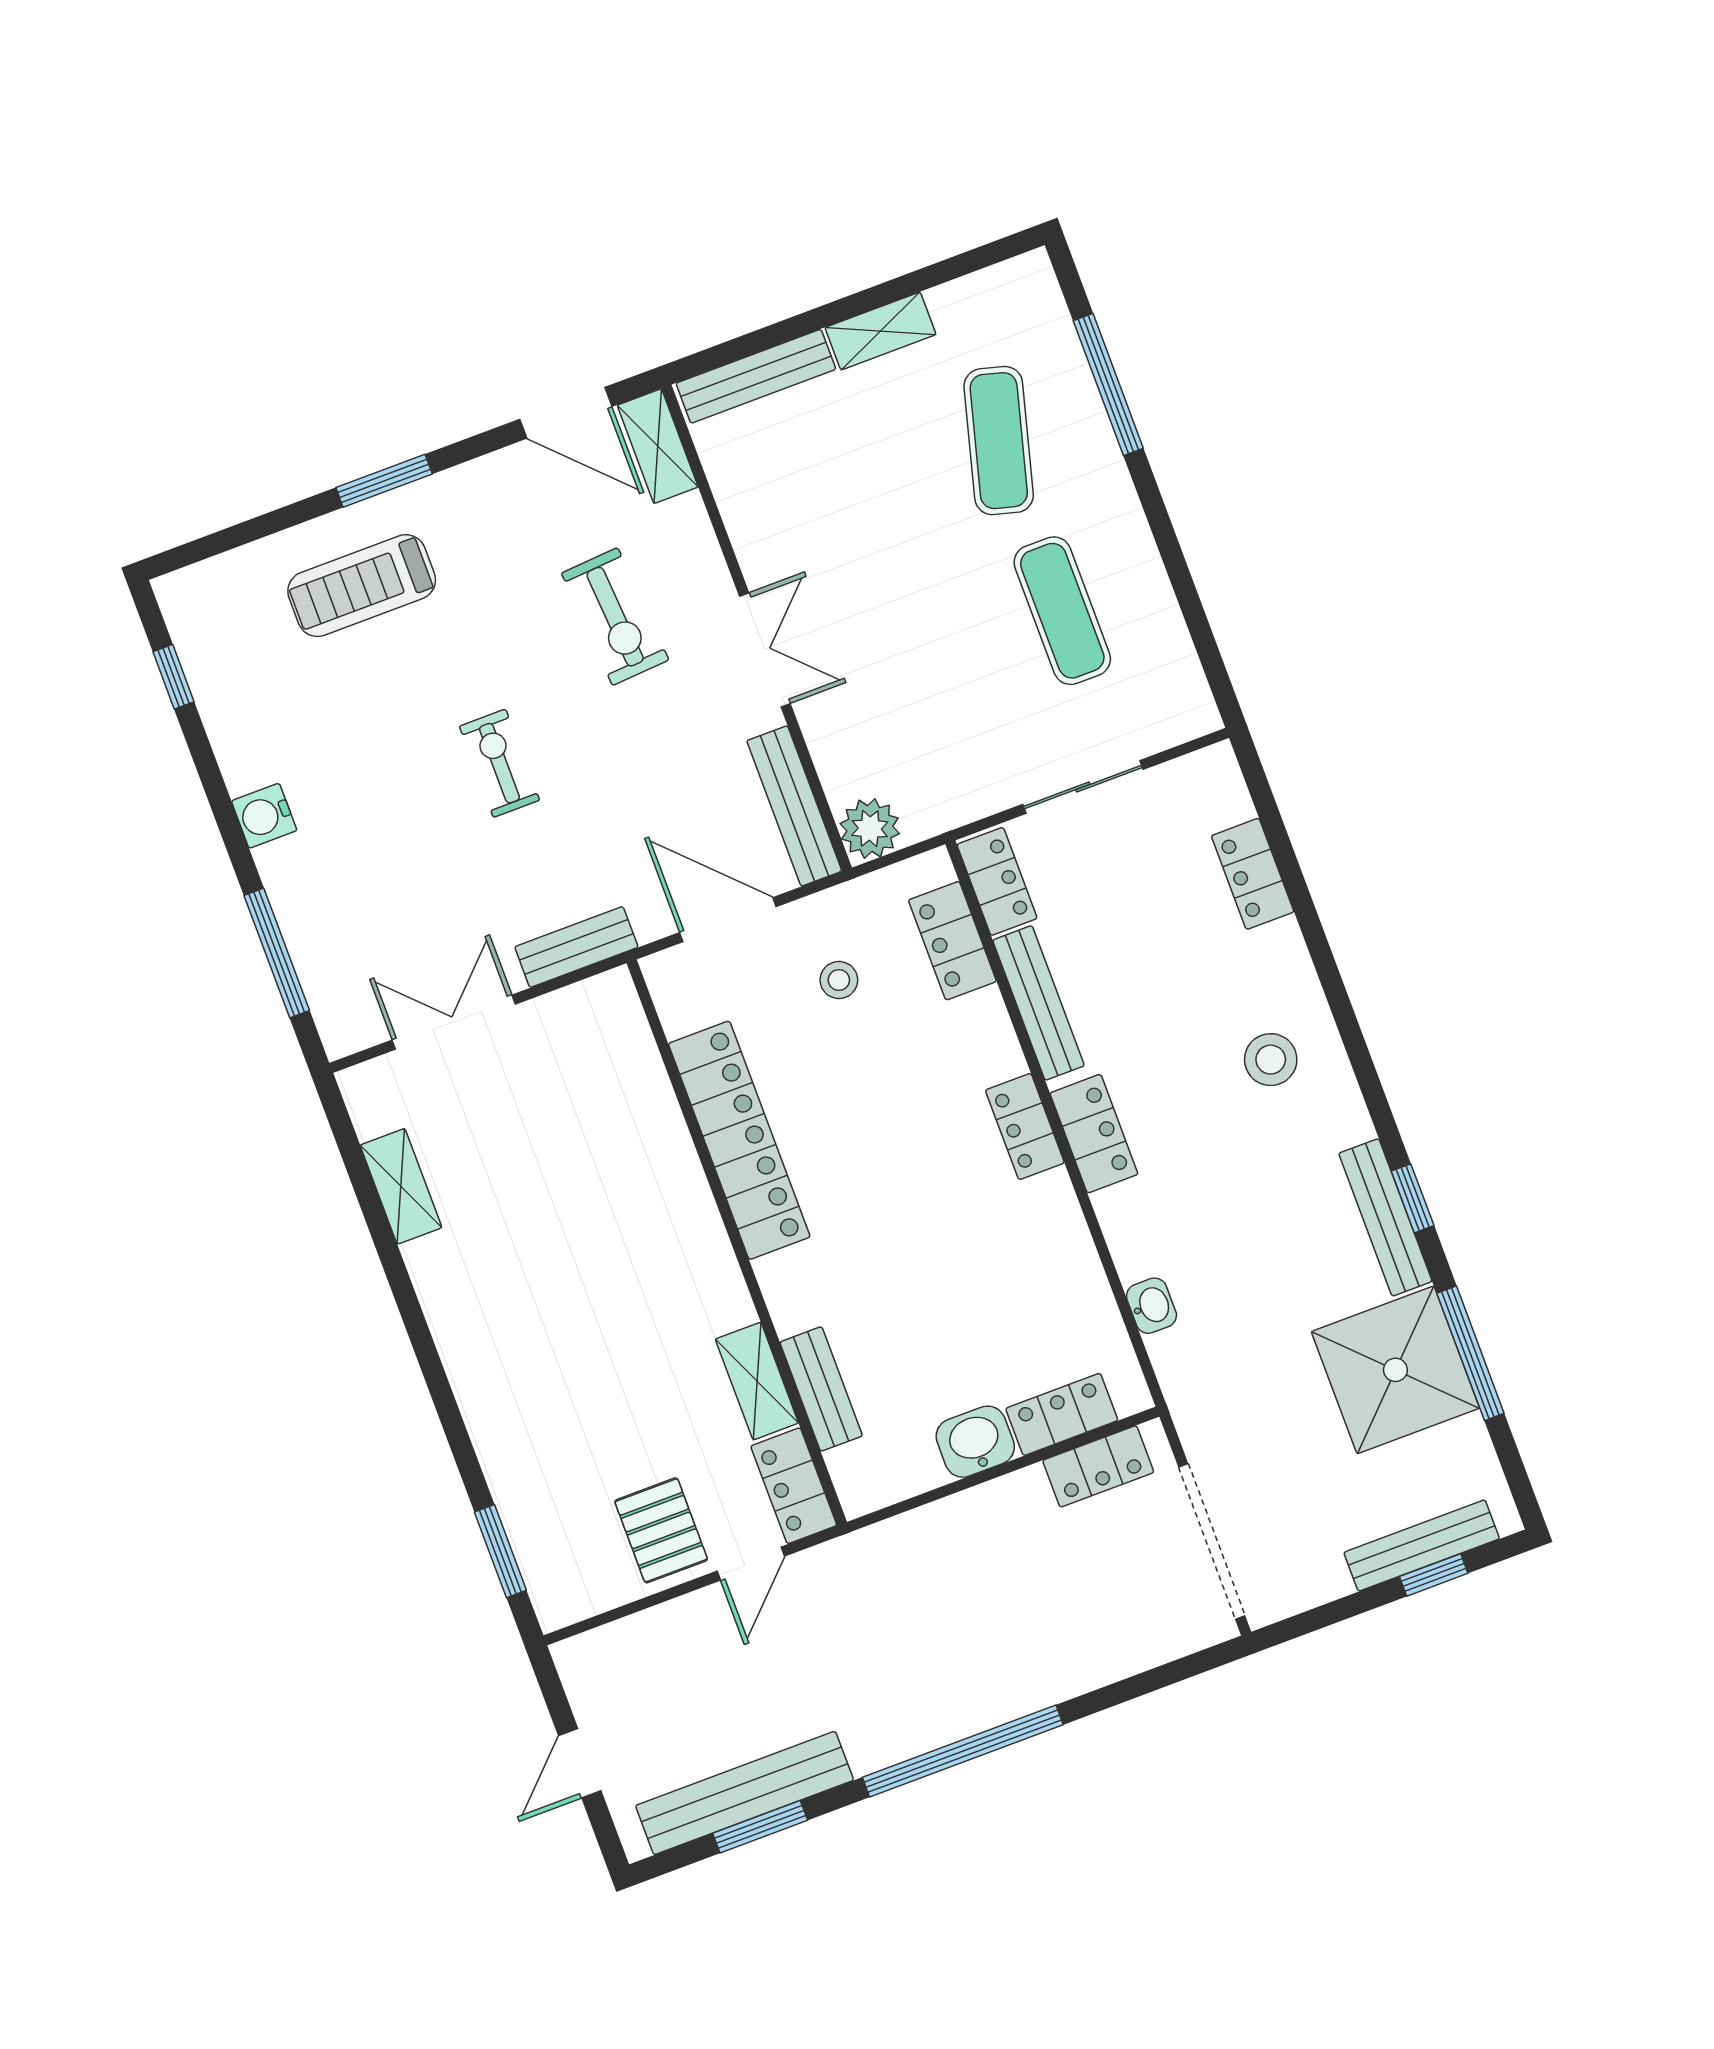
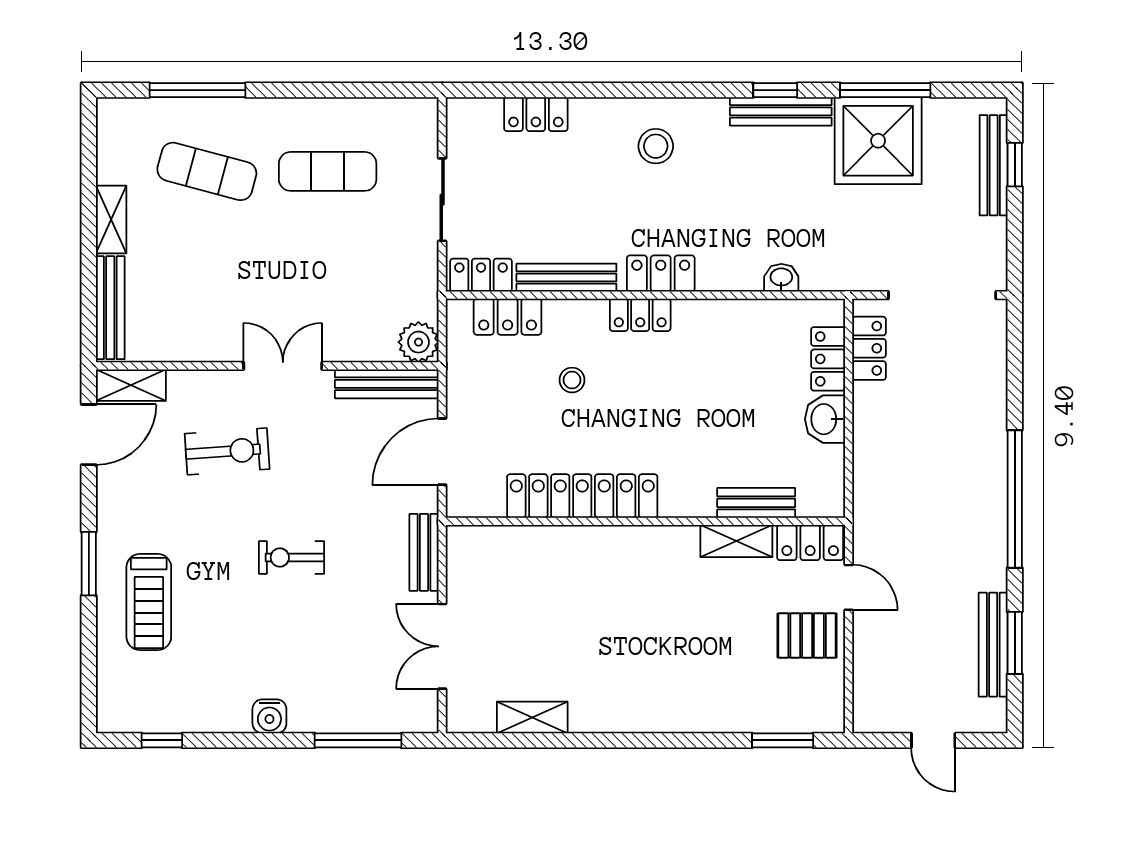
stool: (839, 980) -> (572, 380), moved
bench: (745, 1793) -> (993, 645), width x0.73, depth x0.82

